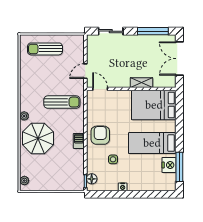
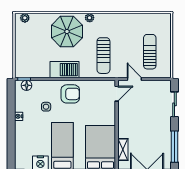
sun lounger: (45, 49) -> (150, 52), moved
shelving: (142, 83) -> (123, 149), moved
barbecue: (79, 141) -> (65, 70), width x1.88, depth x1.53

